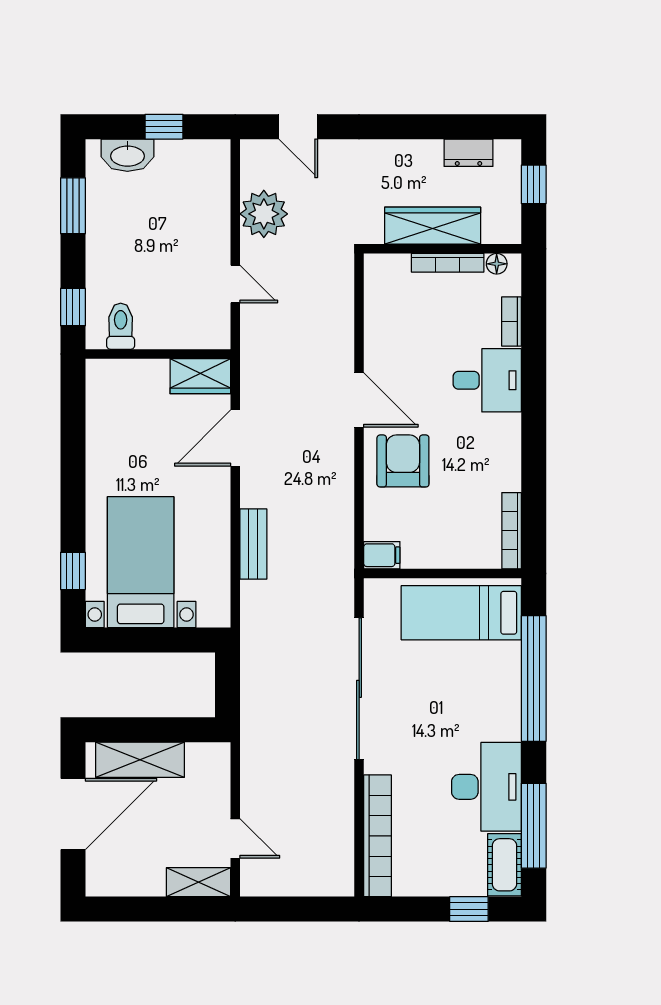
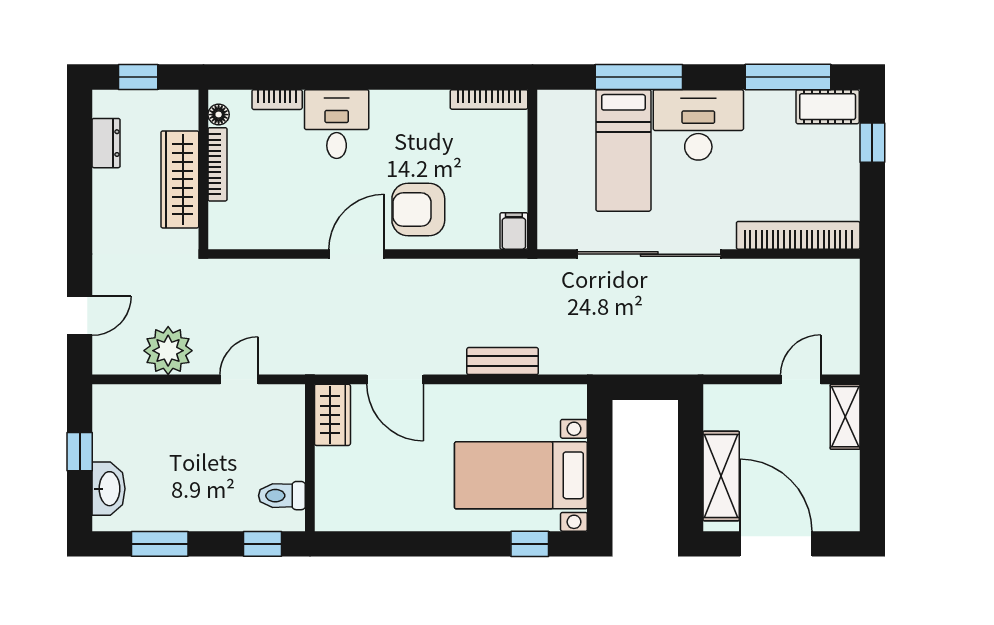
bed: (461, 613) -> (623, 150), moved
window: (534, 678) -> (639, 77), width x0.68
desk: (486, 787) -> (698, 125), moved

